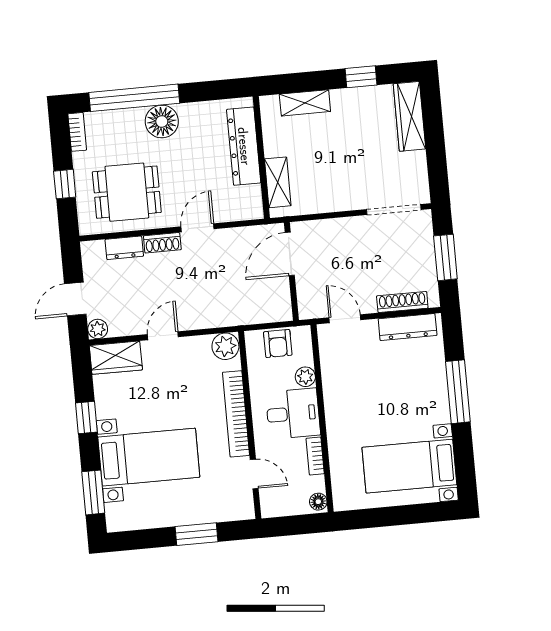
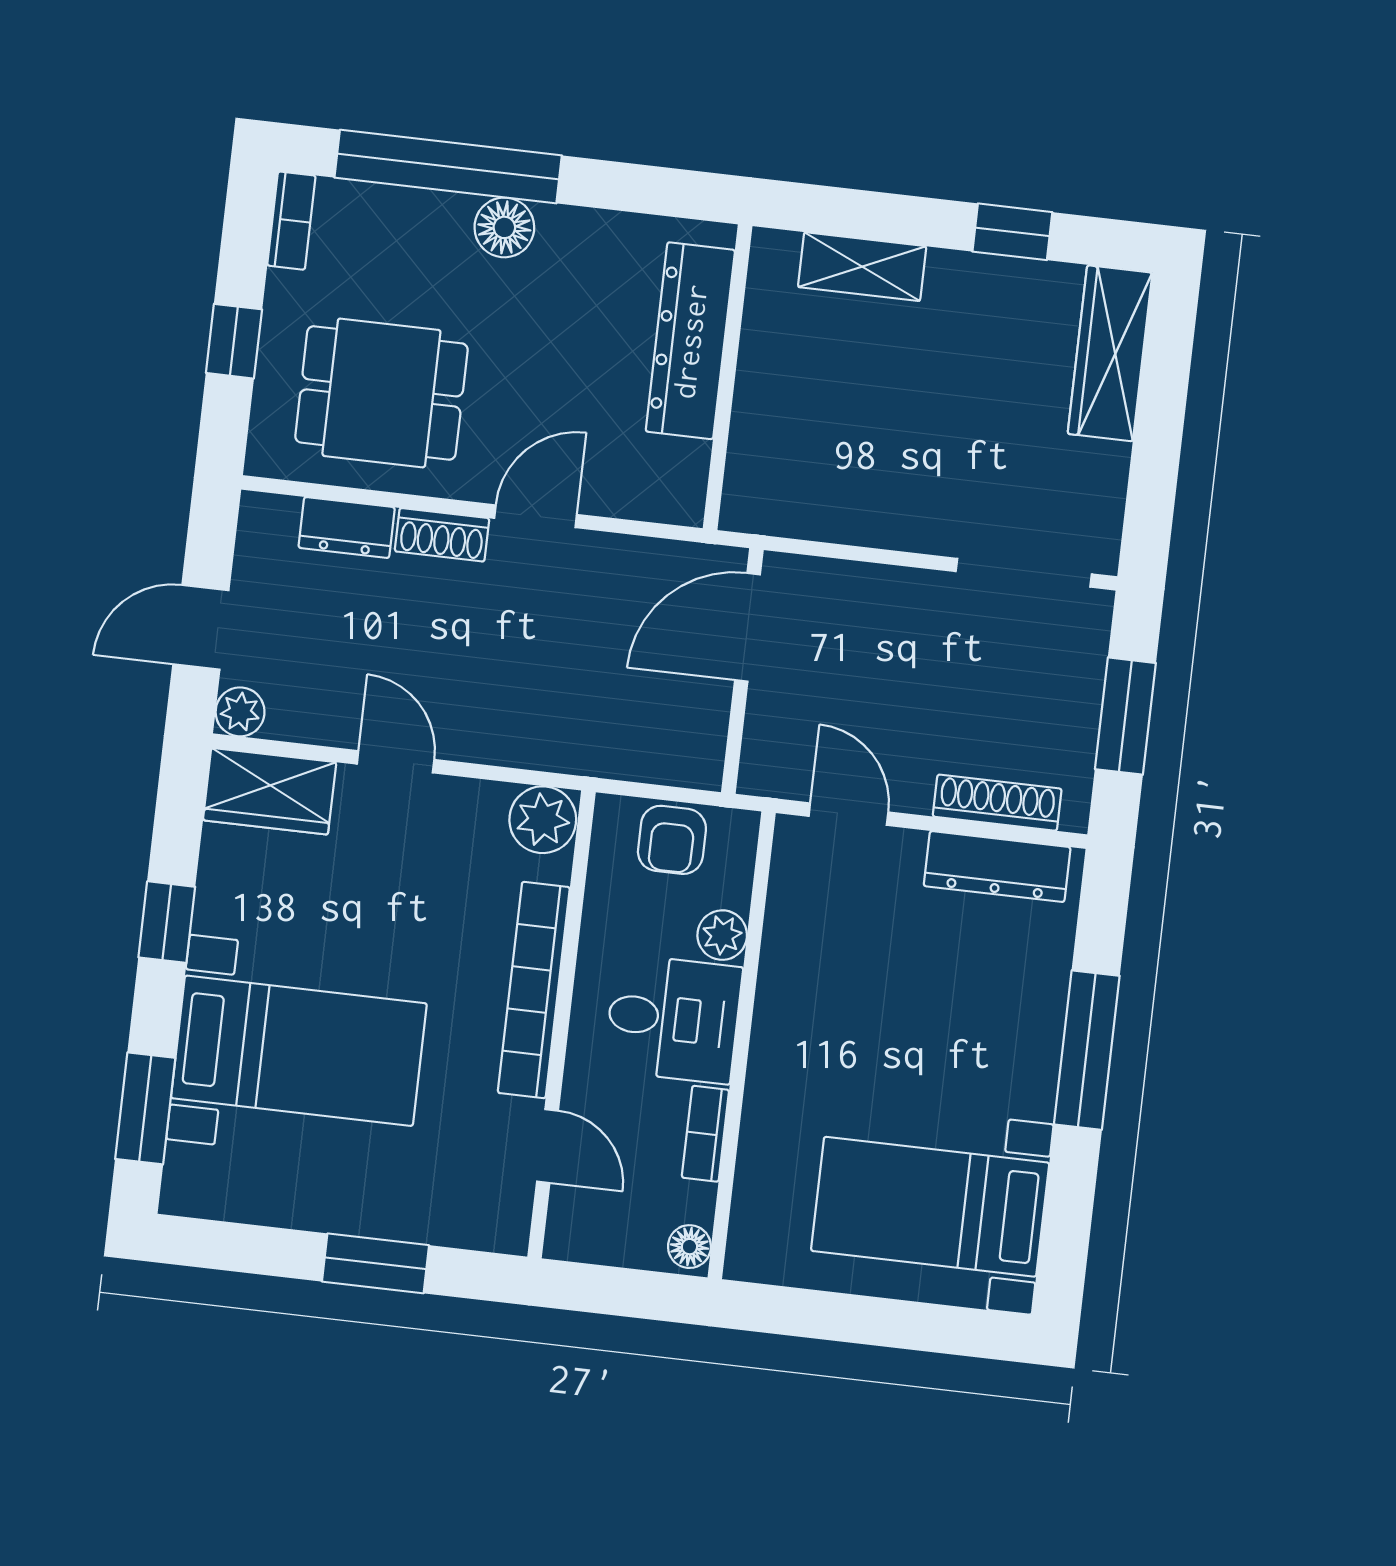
floor lamp: (162, 122) -> (504, 227), width x0.73, depth x0.73
shelving: (278, 182) -> (755, 447), removed
door: (163, 336) -> (396, 762), hinge flipped

